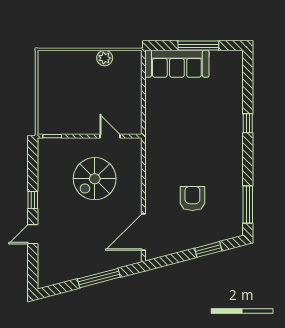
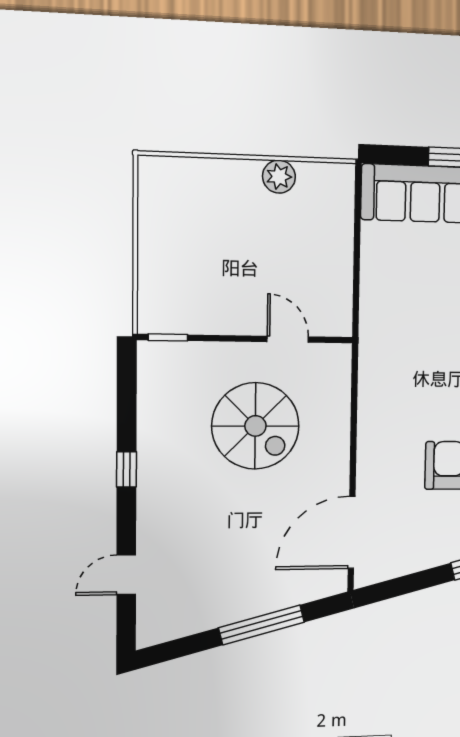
spiral stairs: (95, 179) -> (255, 426), turned -90
door: (33, 234) -> (126, 575), moved

